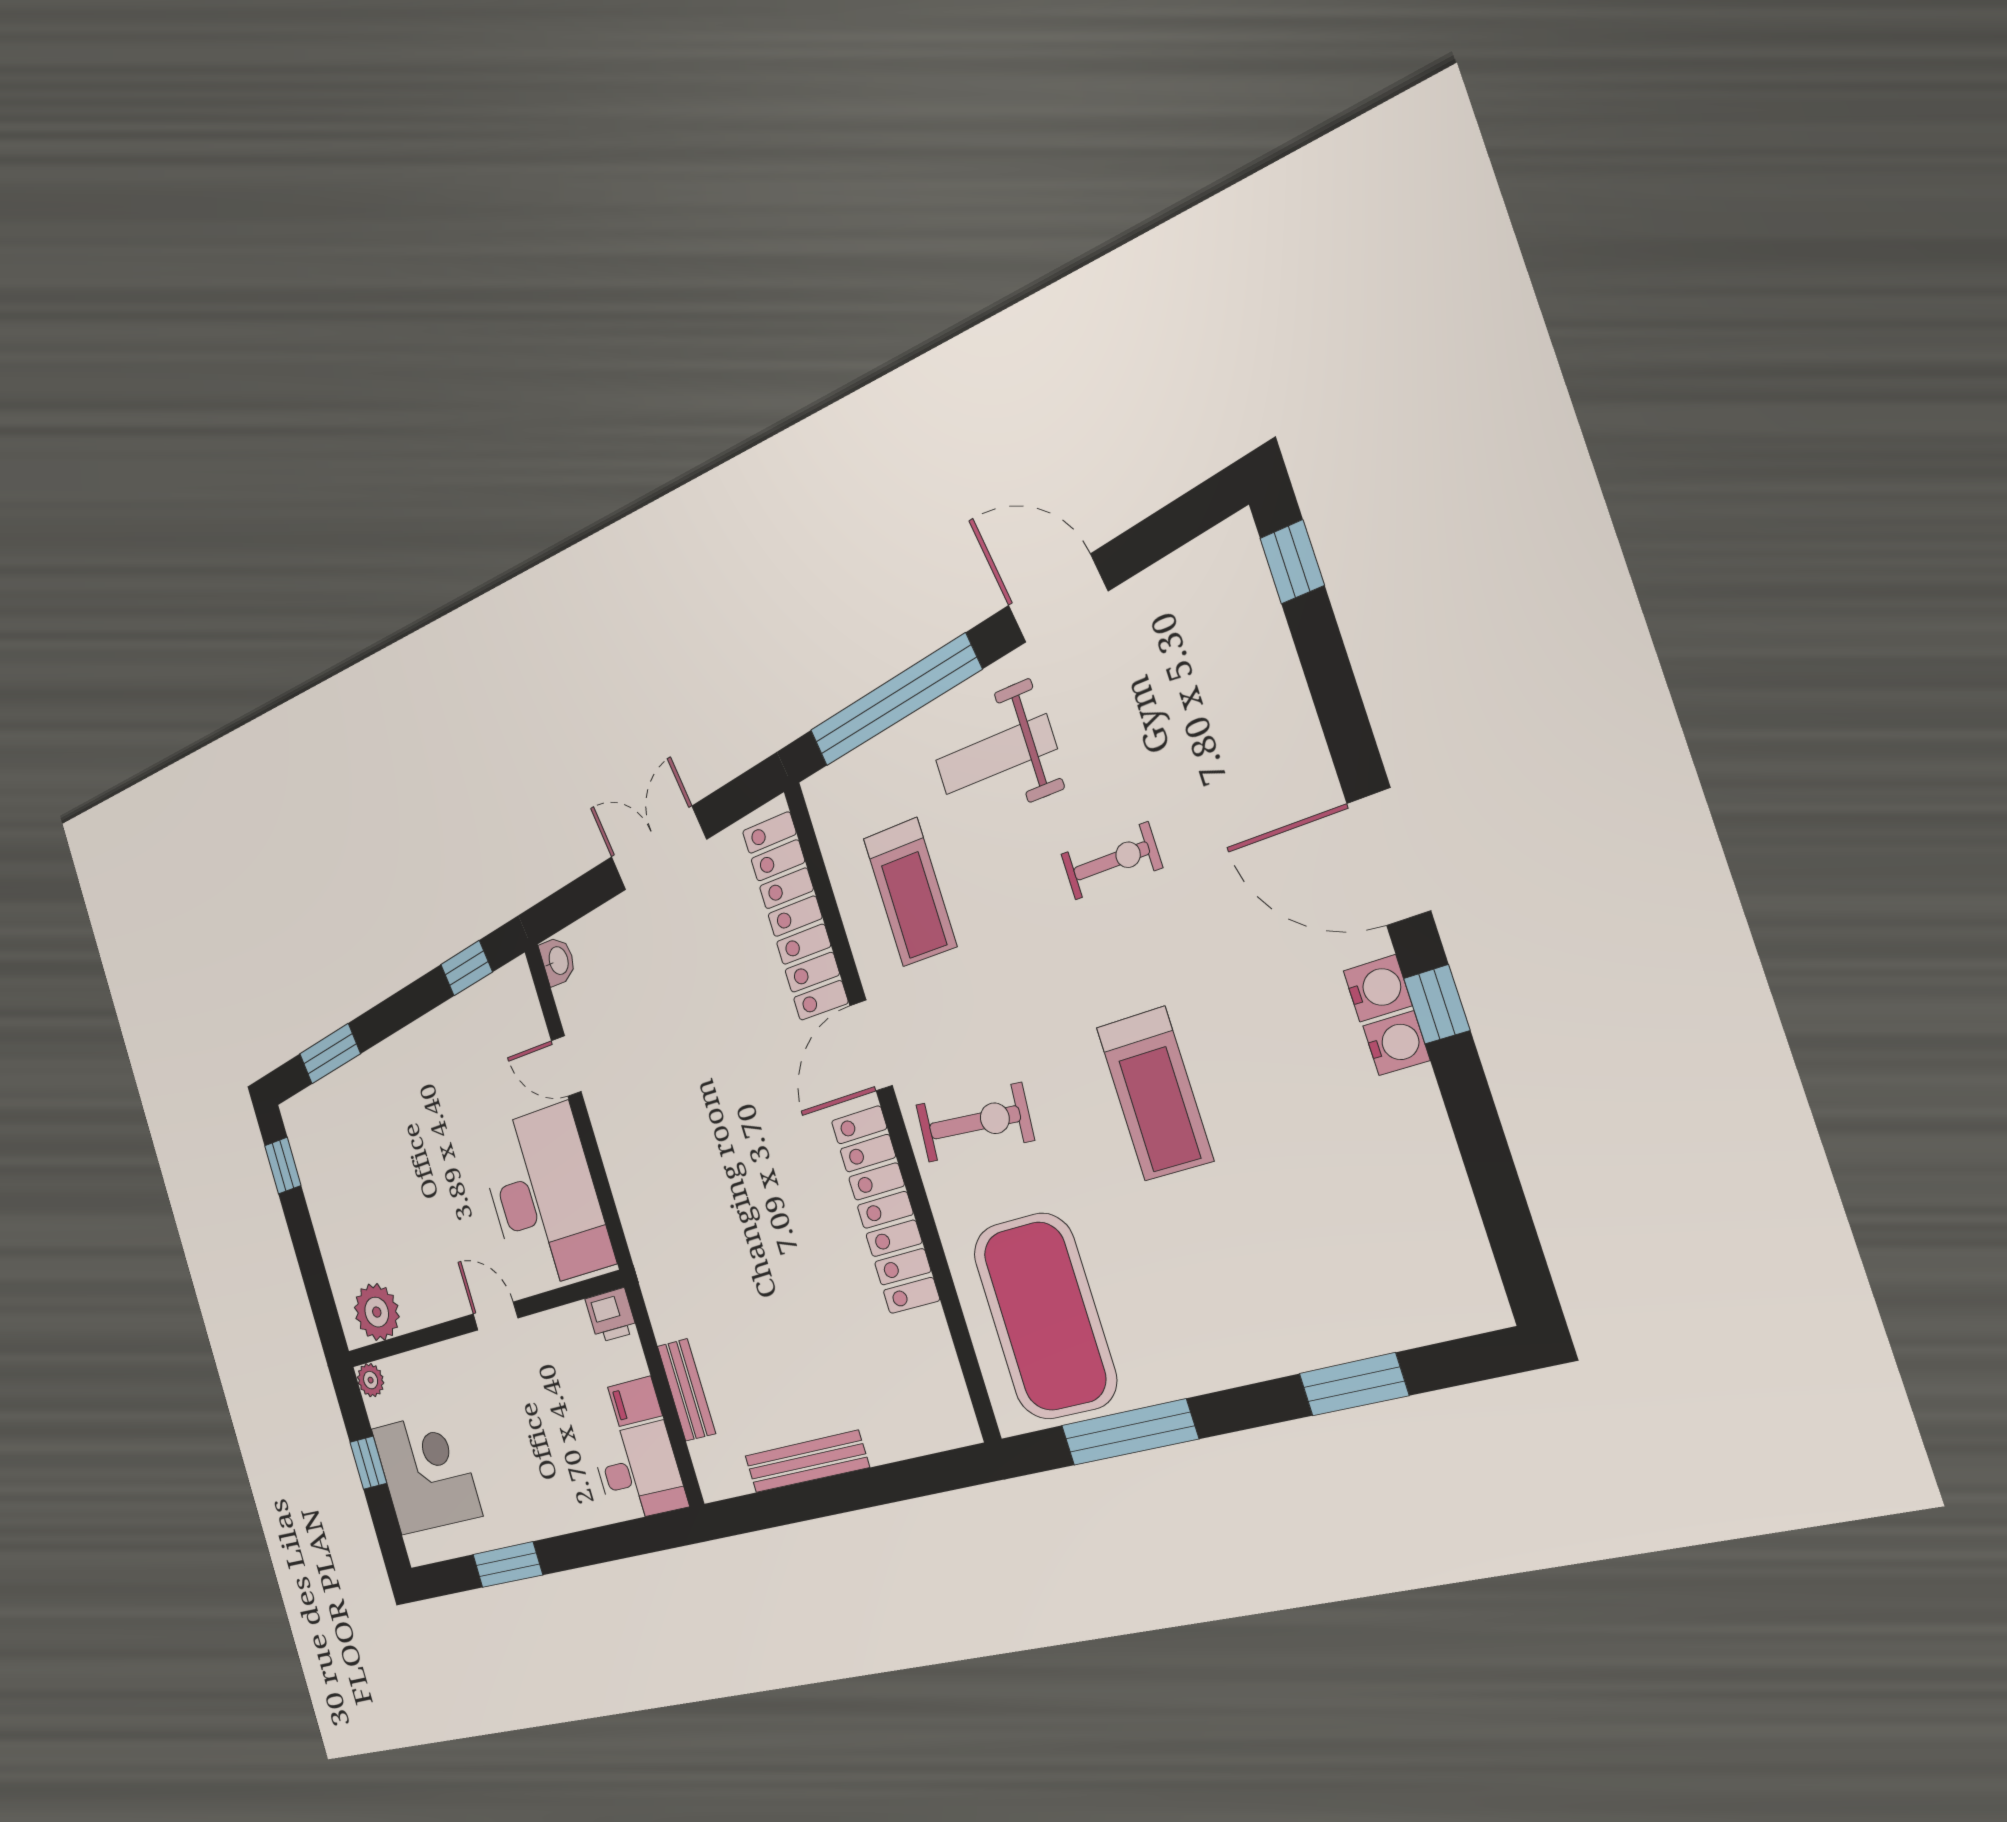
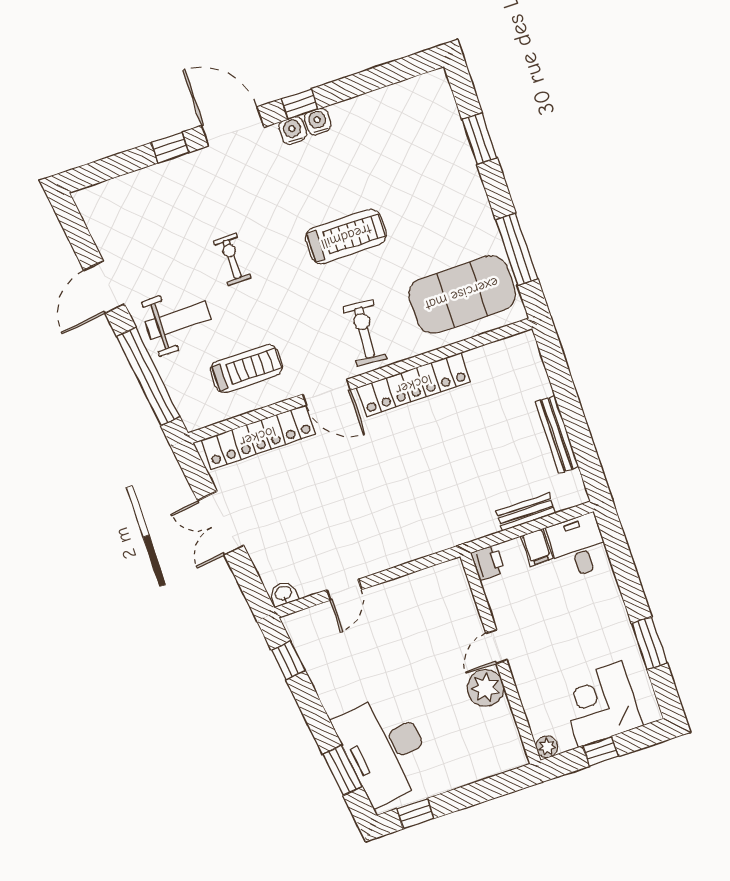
window: (1292, 562) -> (170, 148), moved
weight bench: (996, 755) -> (178, 320), turned -90
door: (1388, 857) -> (233, 126), swing flipped
desk: (544, 1198) -> (385, 749), moved, turned -98
plant: (377, 1312) -> (486, 688), moved

